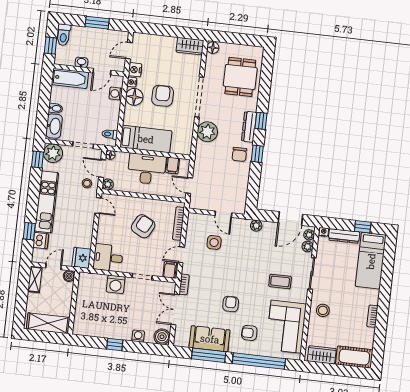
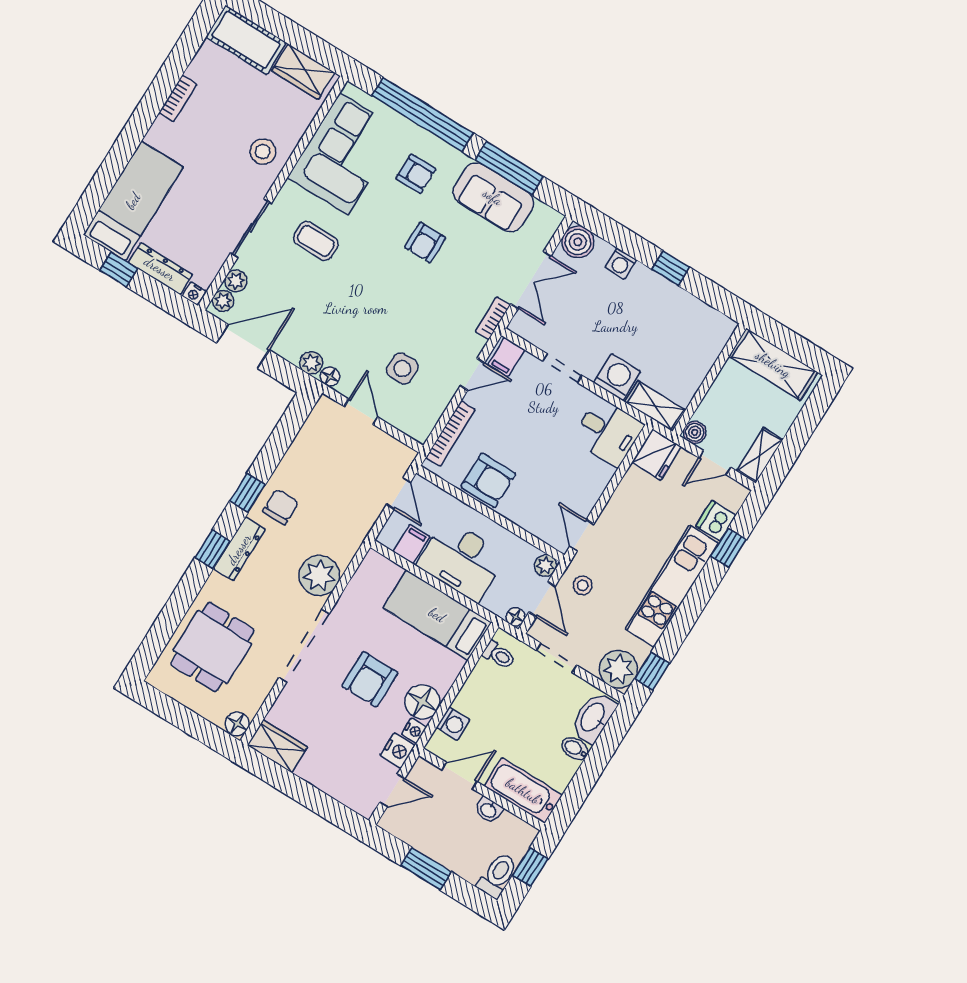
floor lamp: (245, 223) -> (330, 377), added
armchair: (143, 226) -> (488, 480), moved, turned -118
shelving: (92, 279) -> (655, 406), added

